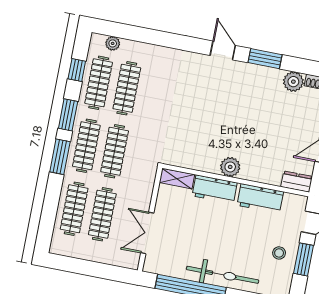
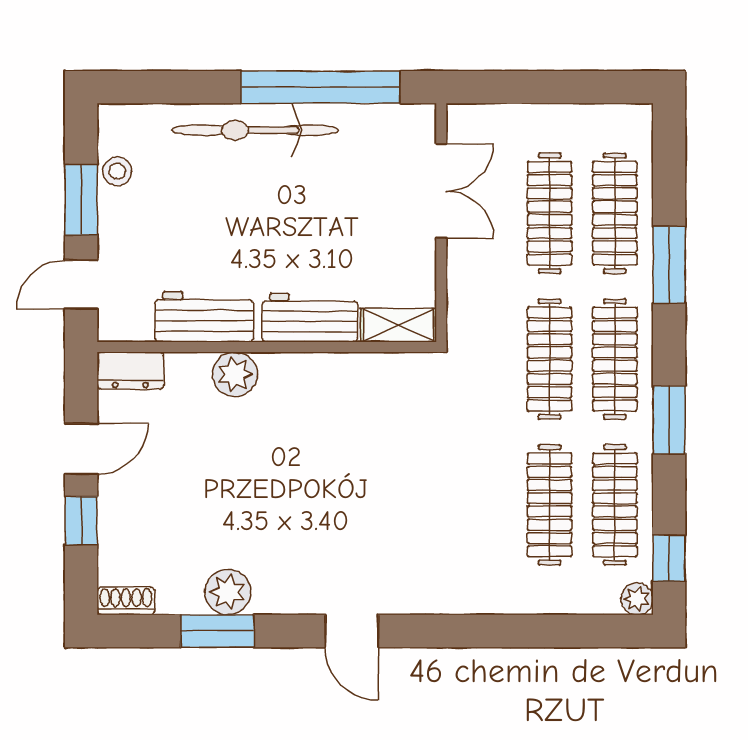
plant: (113, 43) -> (637, 599), moved
window: (265, 59) -> (217, 631), moved
window: (77, 70) -> (669, 558), moved
plant: (293, 82) -> (228, 592), moved
window: (60, 157) -> (669, 265), moved
plant: (230, 167) -> (235, 374), moved
stool: (279, 253) -> (117, 171), moved

